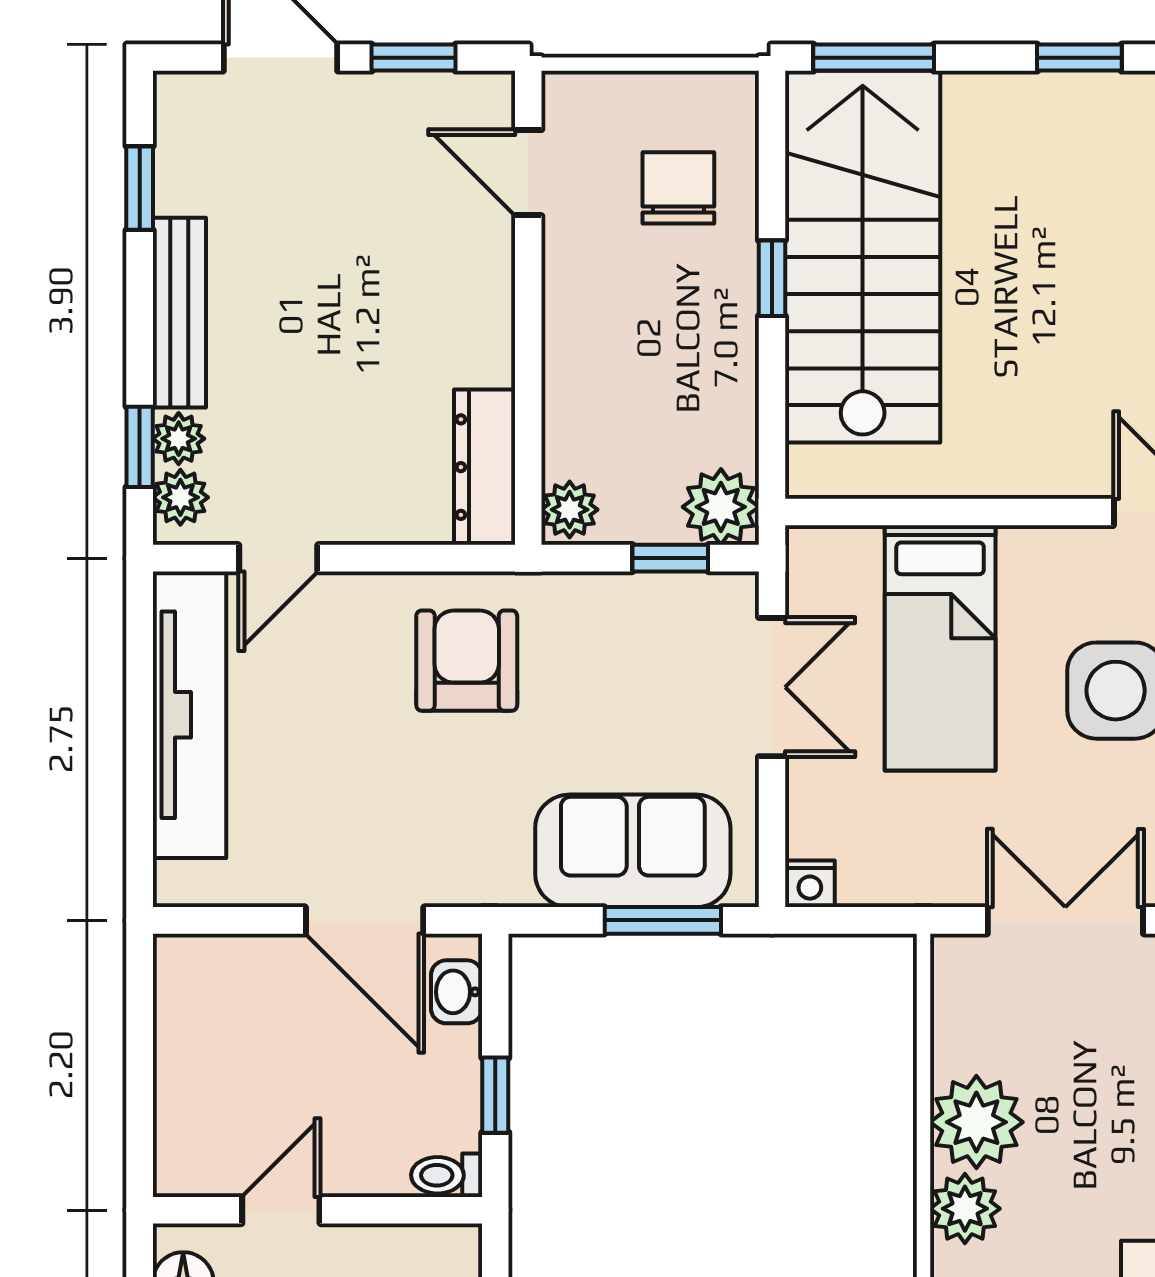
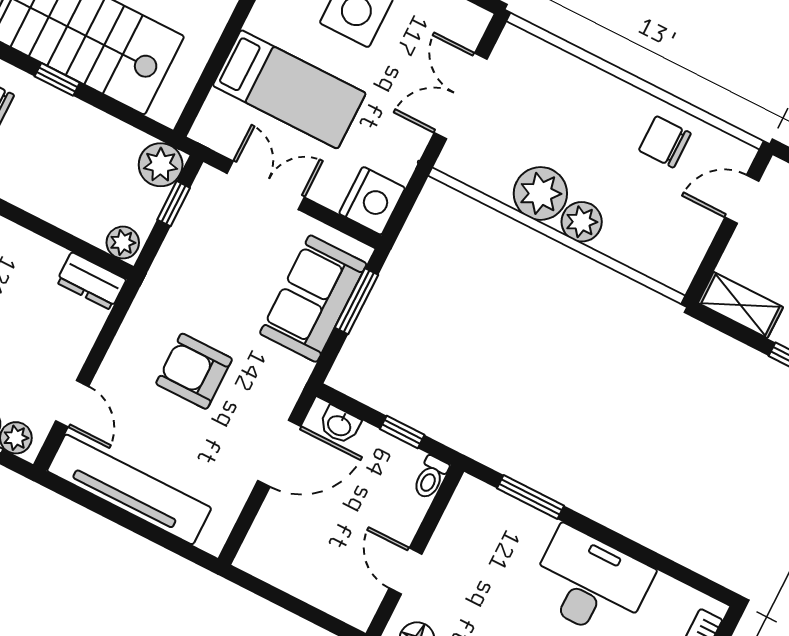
dresser: (485, 467) -> (91, 281), width x0.70
armchair: (467, 661) -> (194, 371), moved
nightstand: (810, 884) -> (372, 201), width x1.89, depth x1.79

